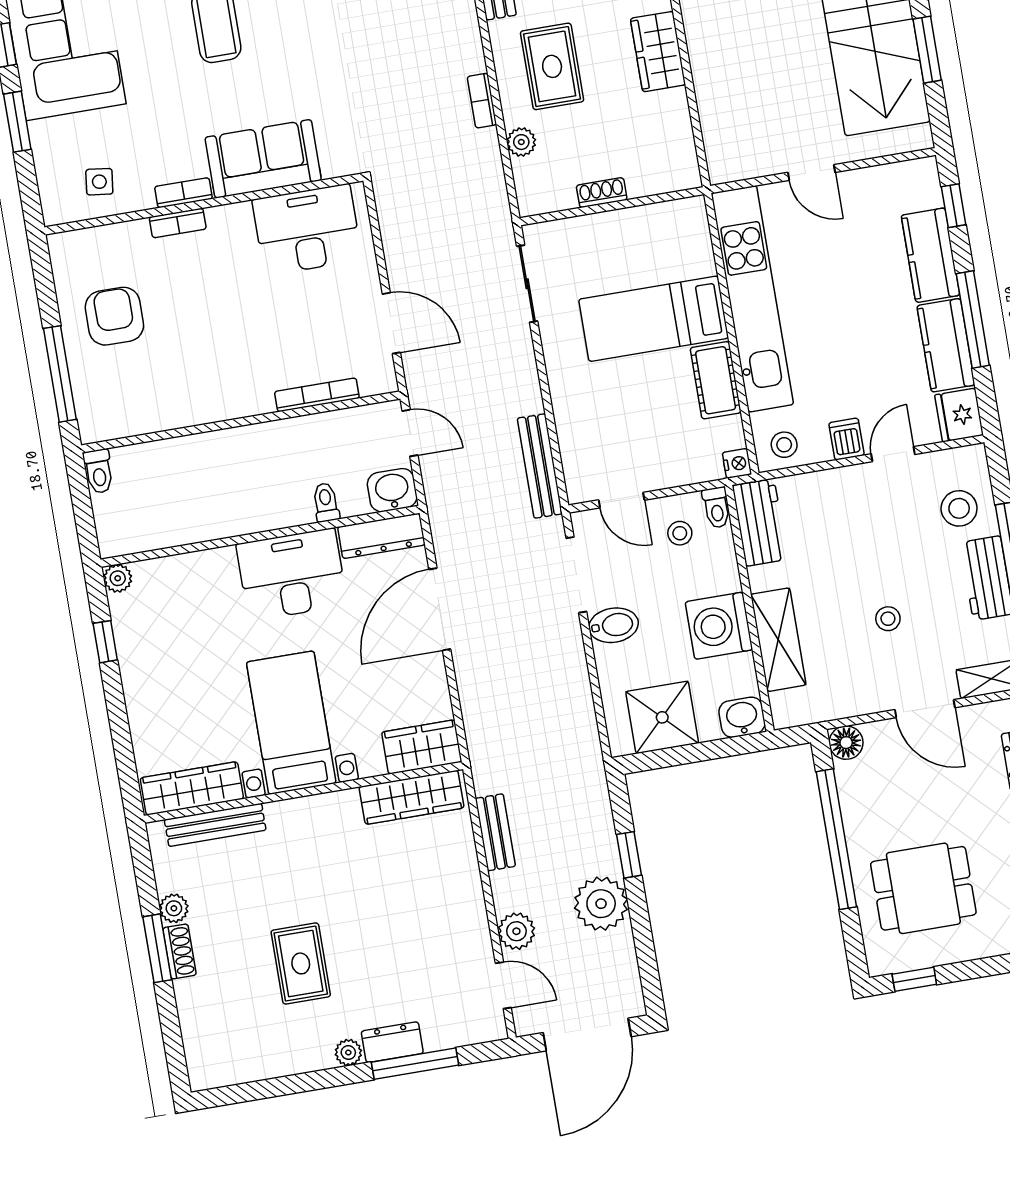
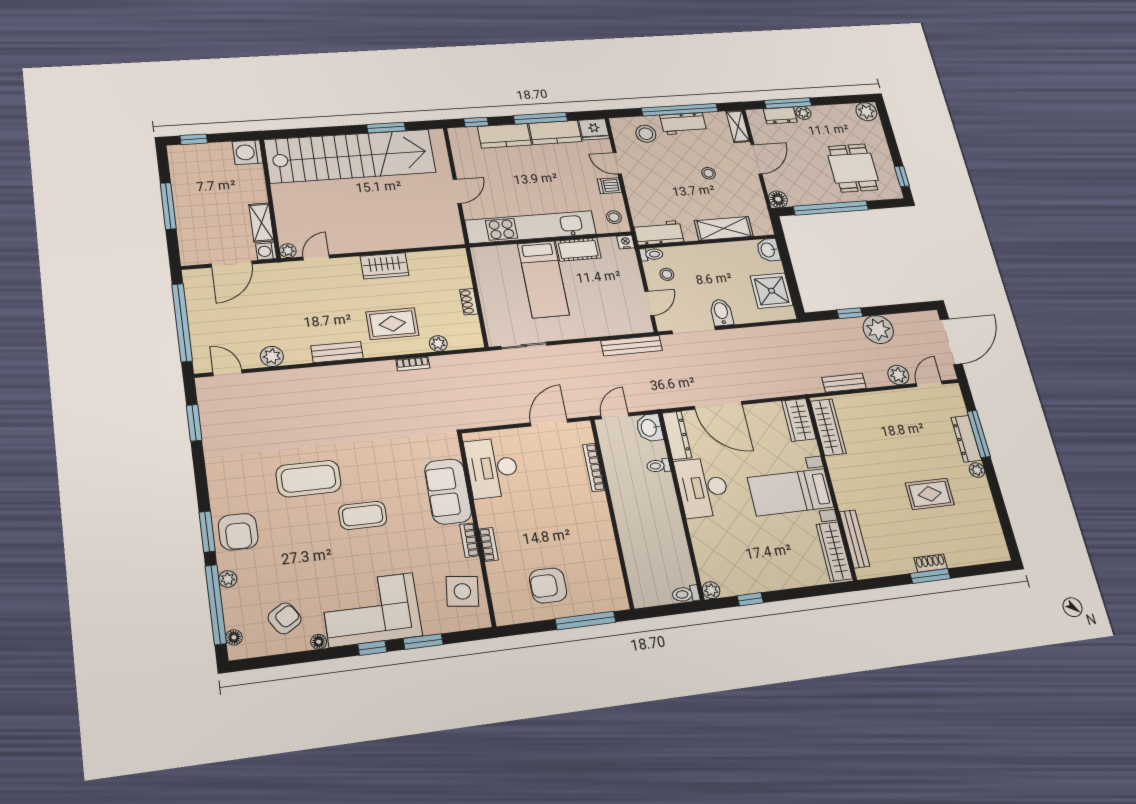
side table: (99, 182) -> (462, 591), width x1.87, depth x1.87
toilet: (99, 471) -> (686, 594), moved, turned 180
washing machine: (719, 626) -> (718, 258), removed
plant: (174, 908) -> (906, 565), removed
door: (587, 1035) -> (951, 342), hinge flipped
dresser: (392, 1042) -> (966, 439), width x1.44

